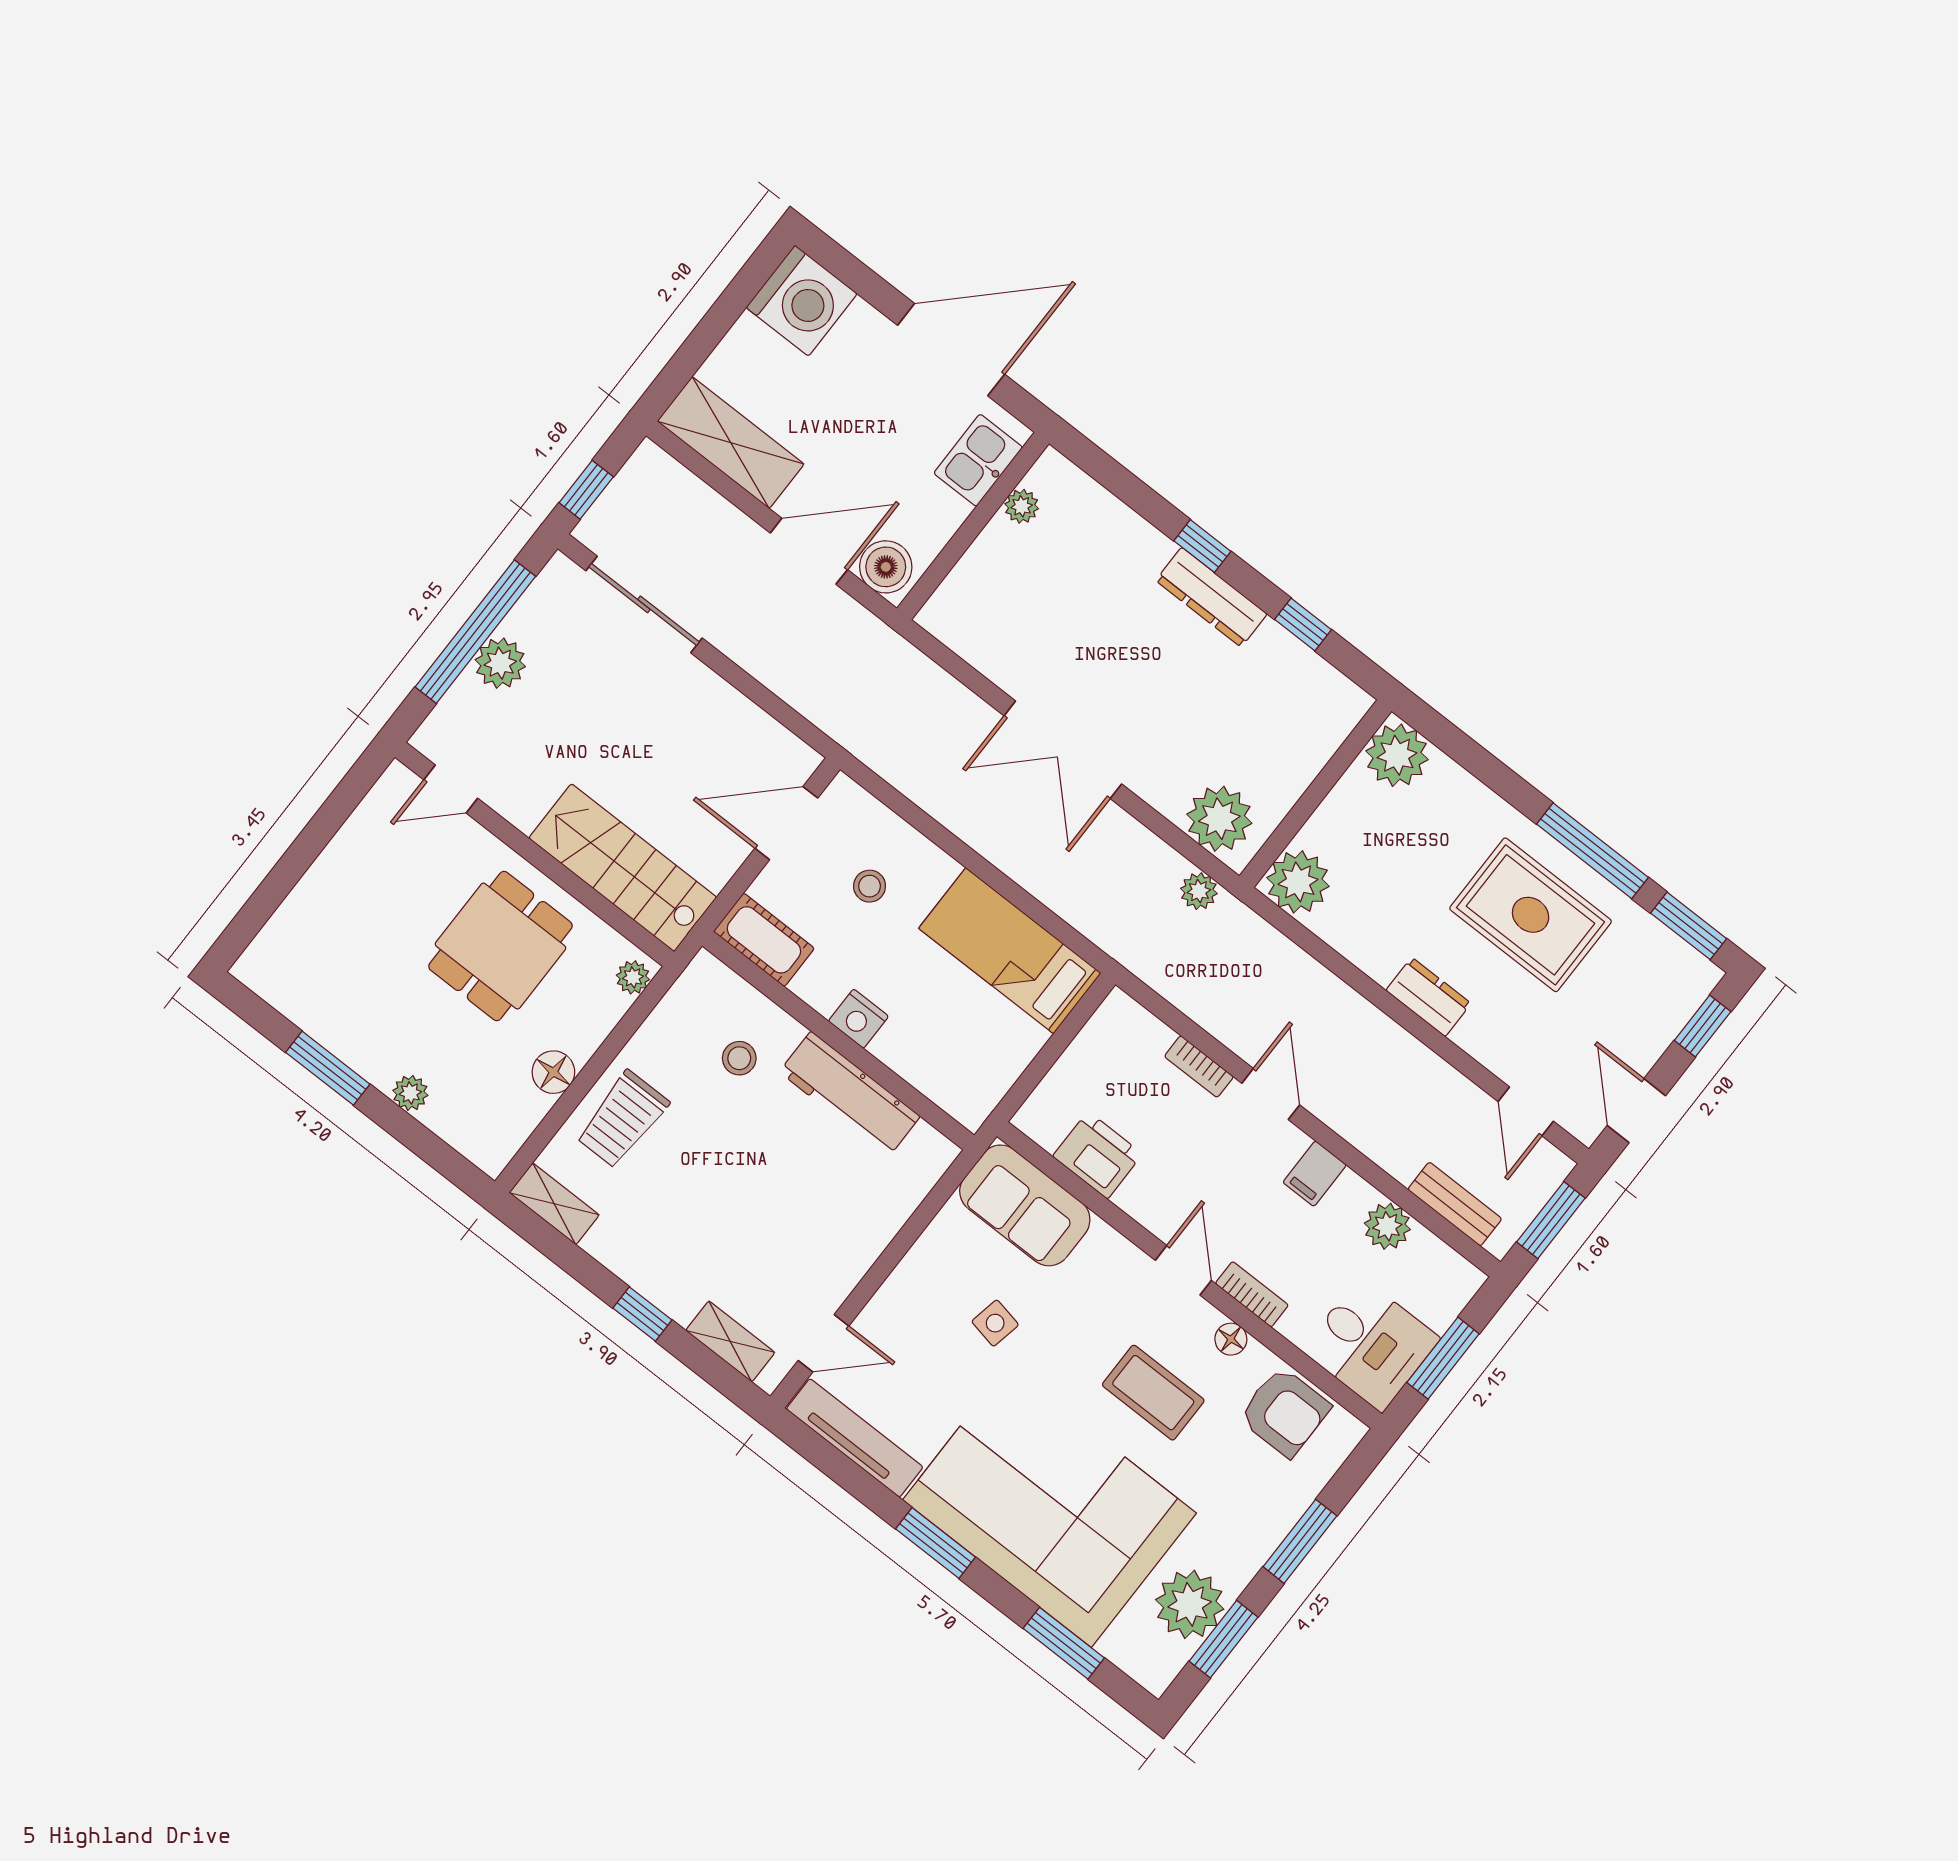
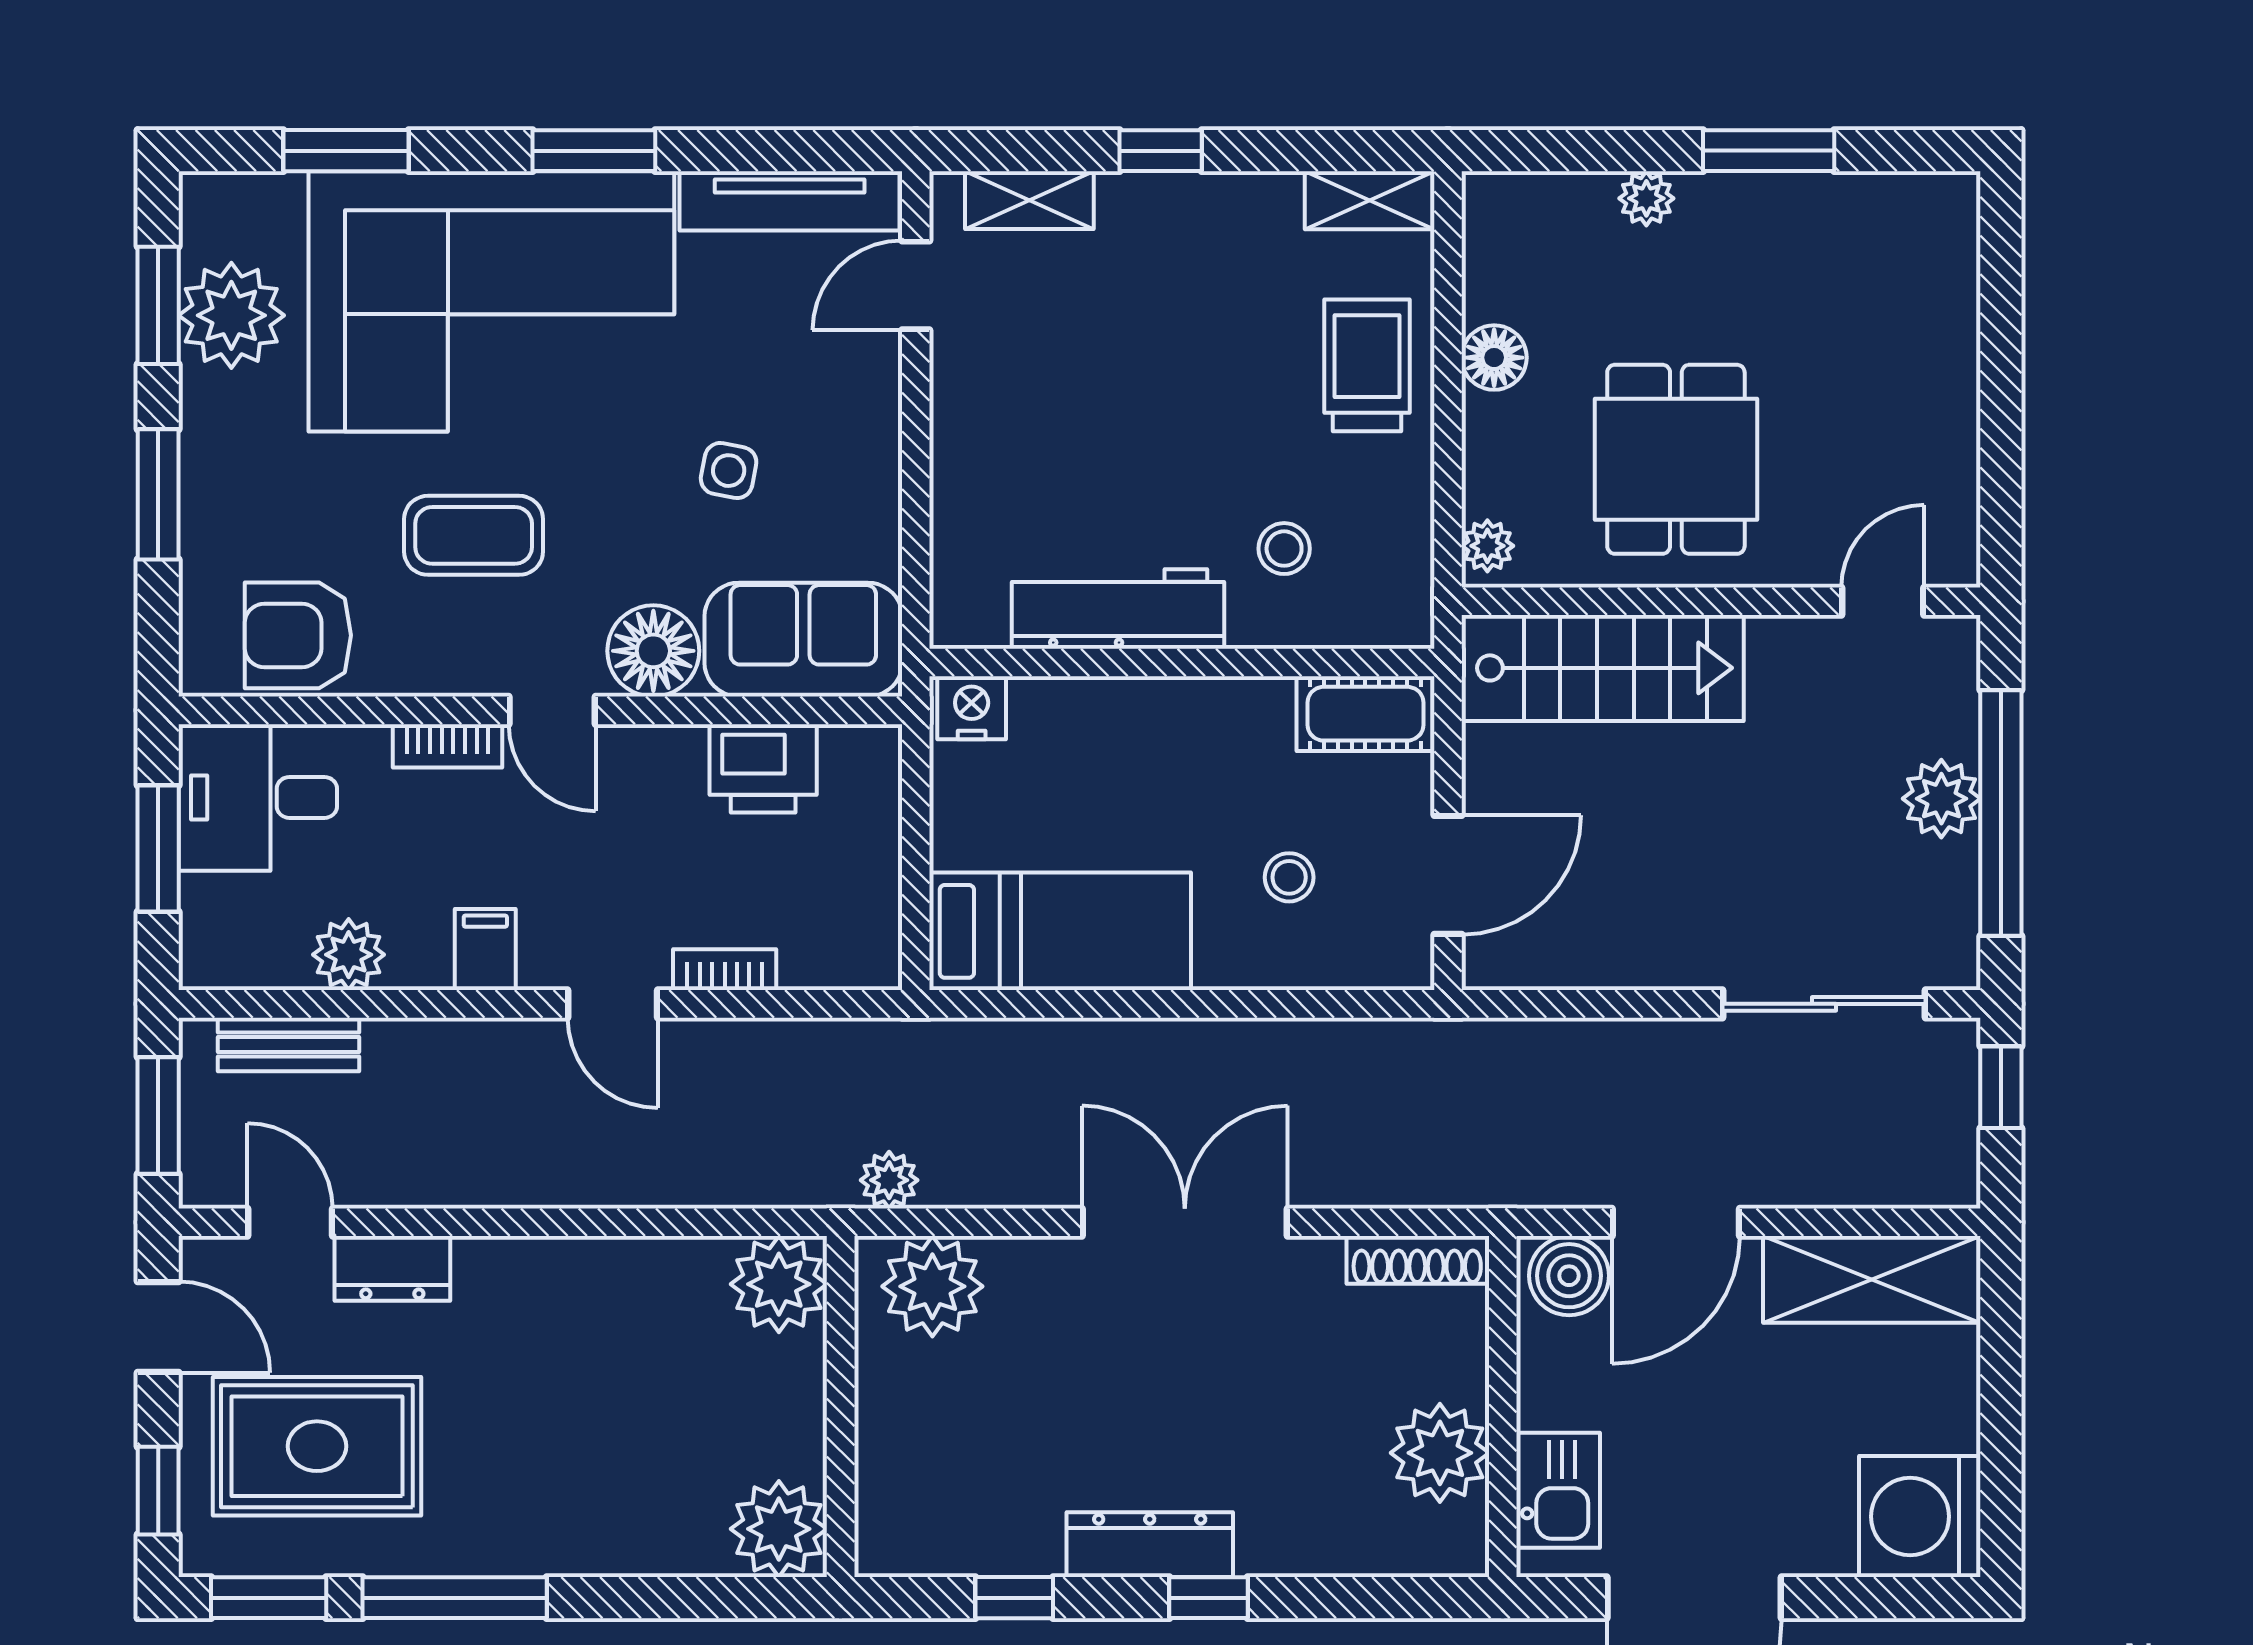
plant: (1022, 506) -> (1440, 1453), width x1.88, depth x1.88
shoe rack: (958, 636) -> (1417, 1260), added
rug: (1531, 915) -> (317, 1446), moved
dresser: (1428, 997) -> (392, 1268), moved
nightstand: (858, 1019) -> (972, 708), moved
floor lamp: (1231, 1339) -> (653, 651), moved, width x1.89, depth x1.89

